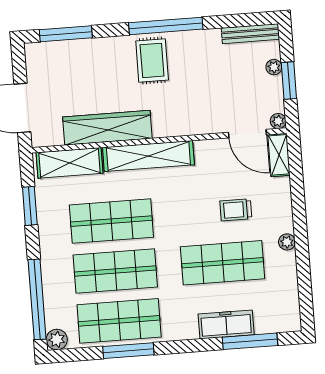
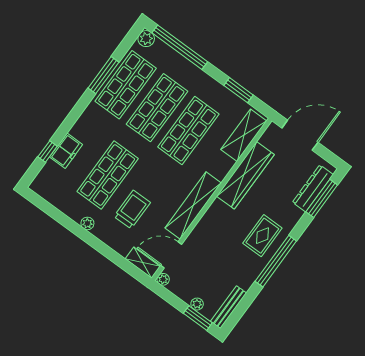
dresser: (64, 51) -> (313, 188), added
rug: (152, 60) -> (262, 236), turned 90
window: (289, 81) -> (198, 318), moved
shelving: (148, 156) -> (193, 206), moved
trolley: (236, 210) -> (132, 210), width x1.36, depth x1.39
freezer: (226, 324) -> (66, 151), width x0.71
window: (250, 341) -> (48, 152), width x0.46

